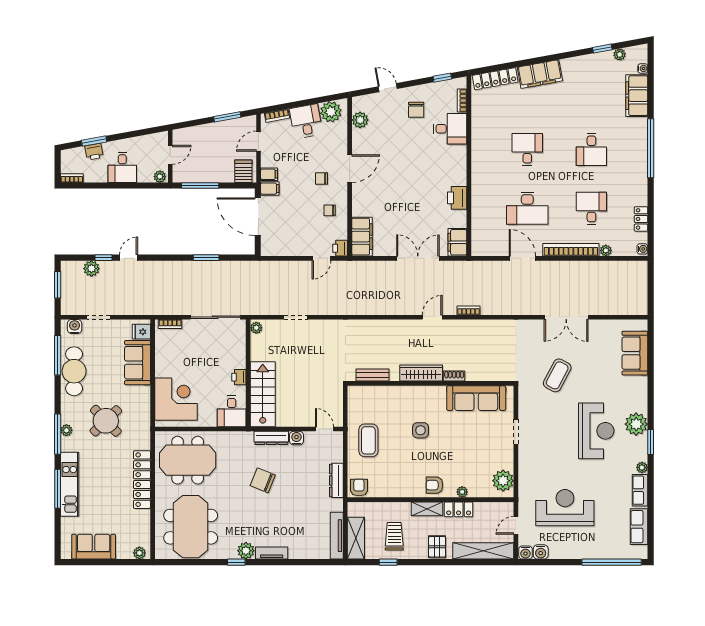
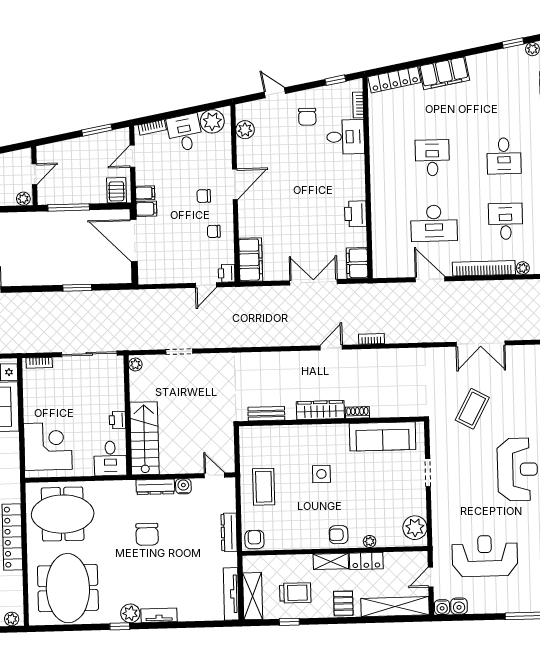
chair: (263, 480) -> (147, 534), turned -112
trolley: (394, 536) -> (295, 593), turned 90

